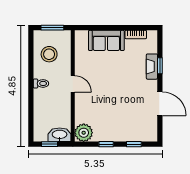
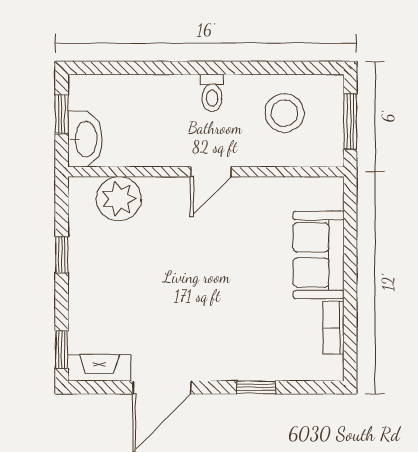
fireplace: (152, 67) -> (99, 368), moved
plant: (84, 133) -> (119, 199), moved
window: (134, 144) -> (62, 350), moved

